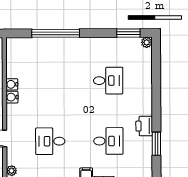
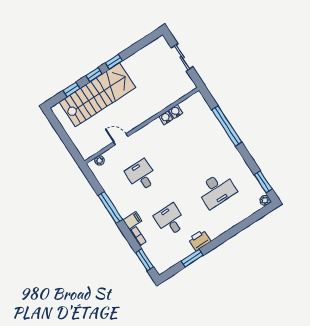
desk: (108, 81) -> (217, 190), width x1.37
water cooler: (12, 97) -> (176, 112), moved
desk: (108, 141) -> (170, 220), turned 180

